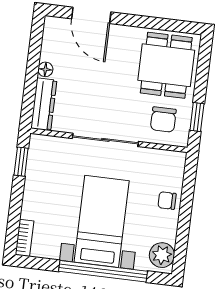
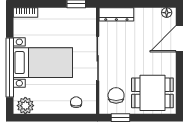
floor lamp: (45, 69) -> (167, 13), moved
chair: (163, 119) -> (116, 95), turned 90
chair: (167, 201) -> (76, 102), moved

